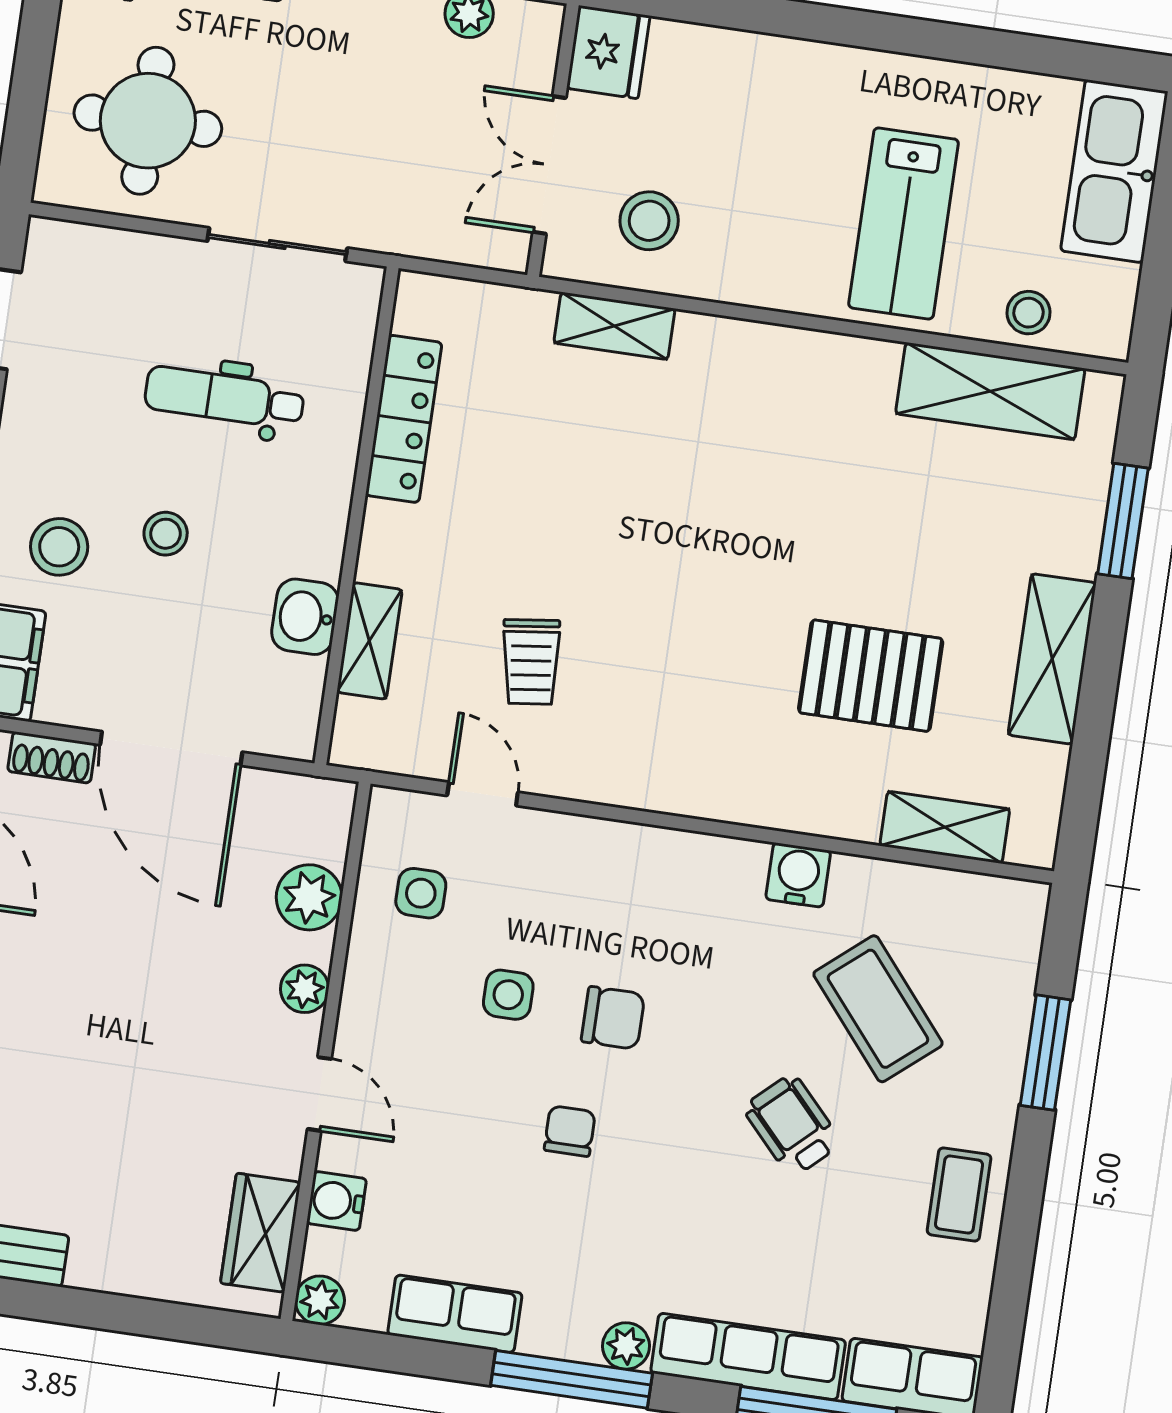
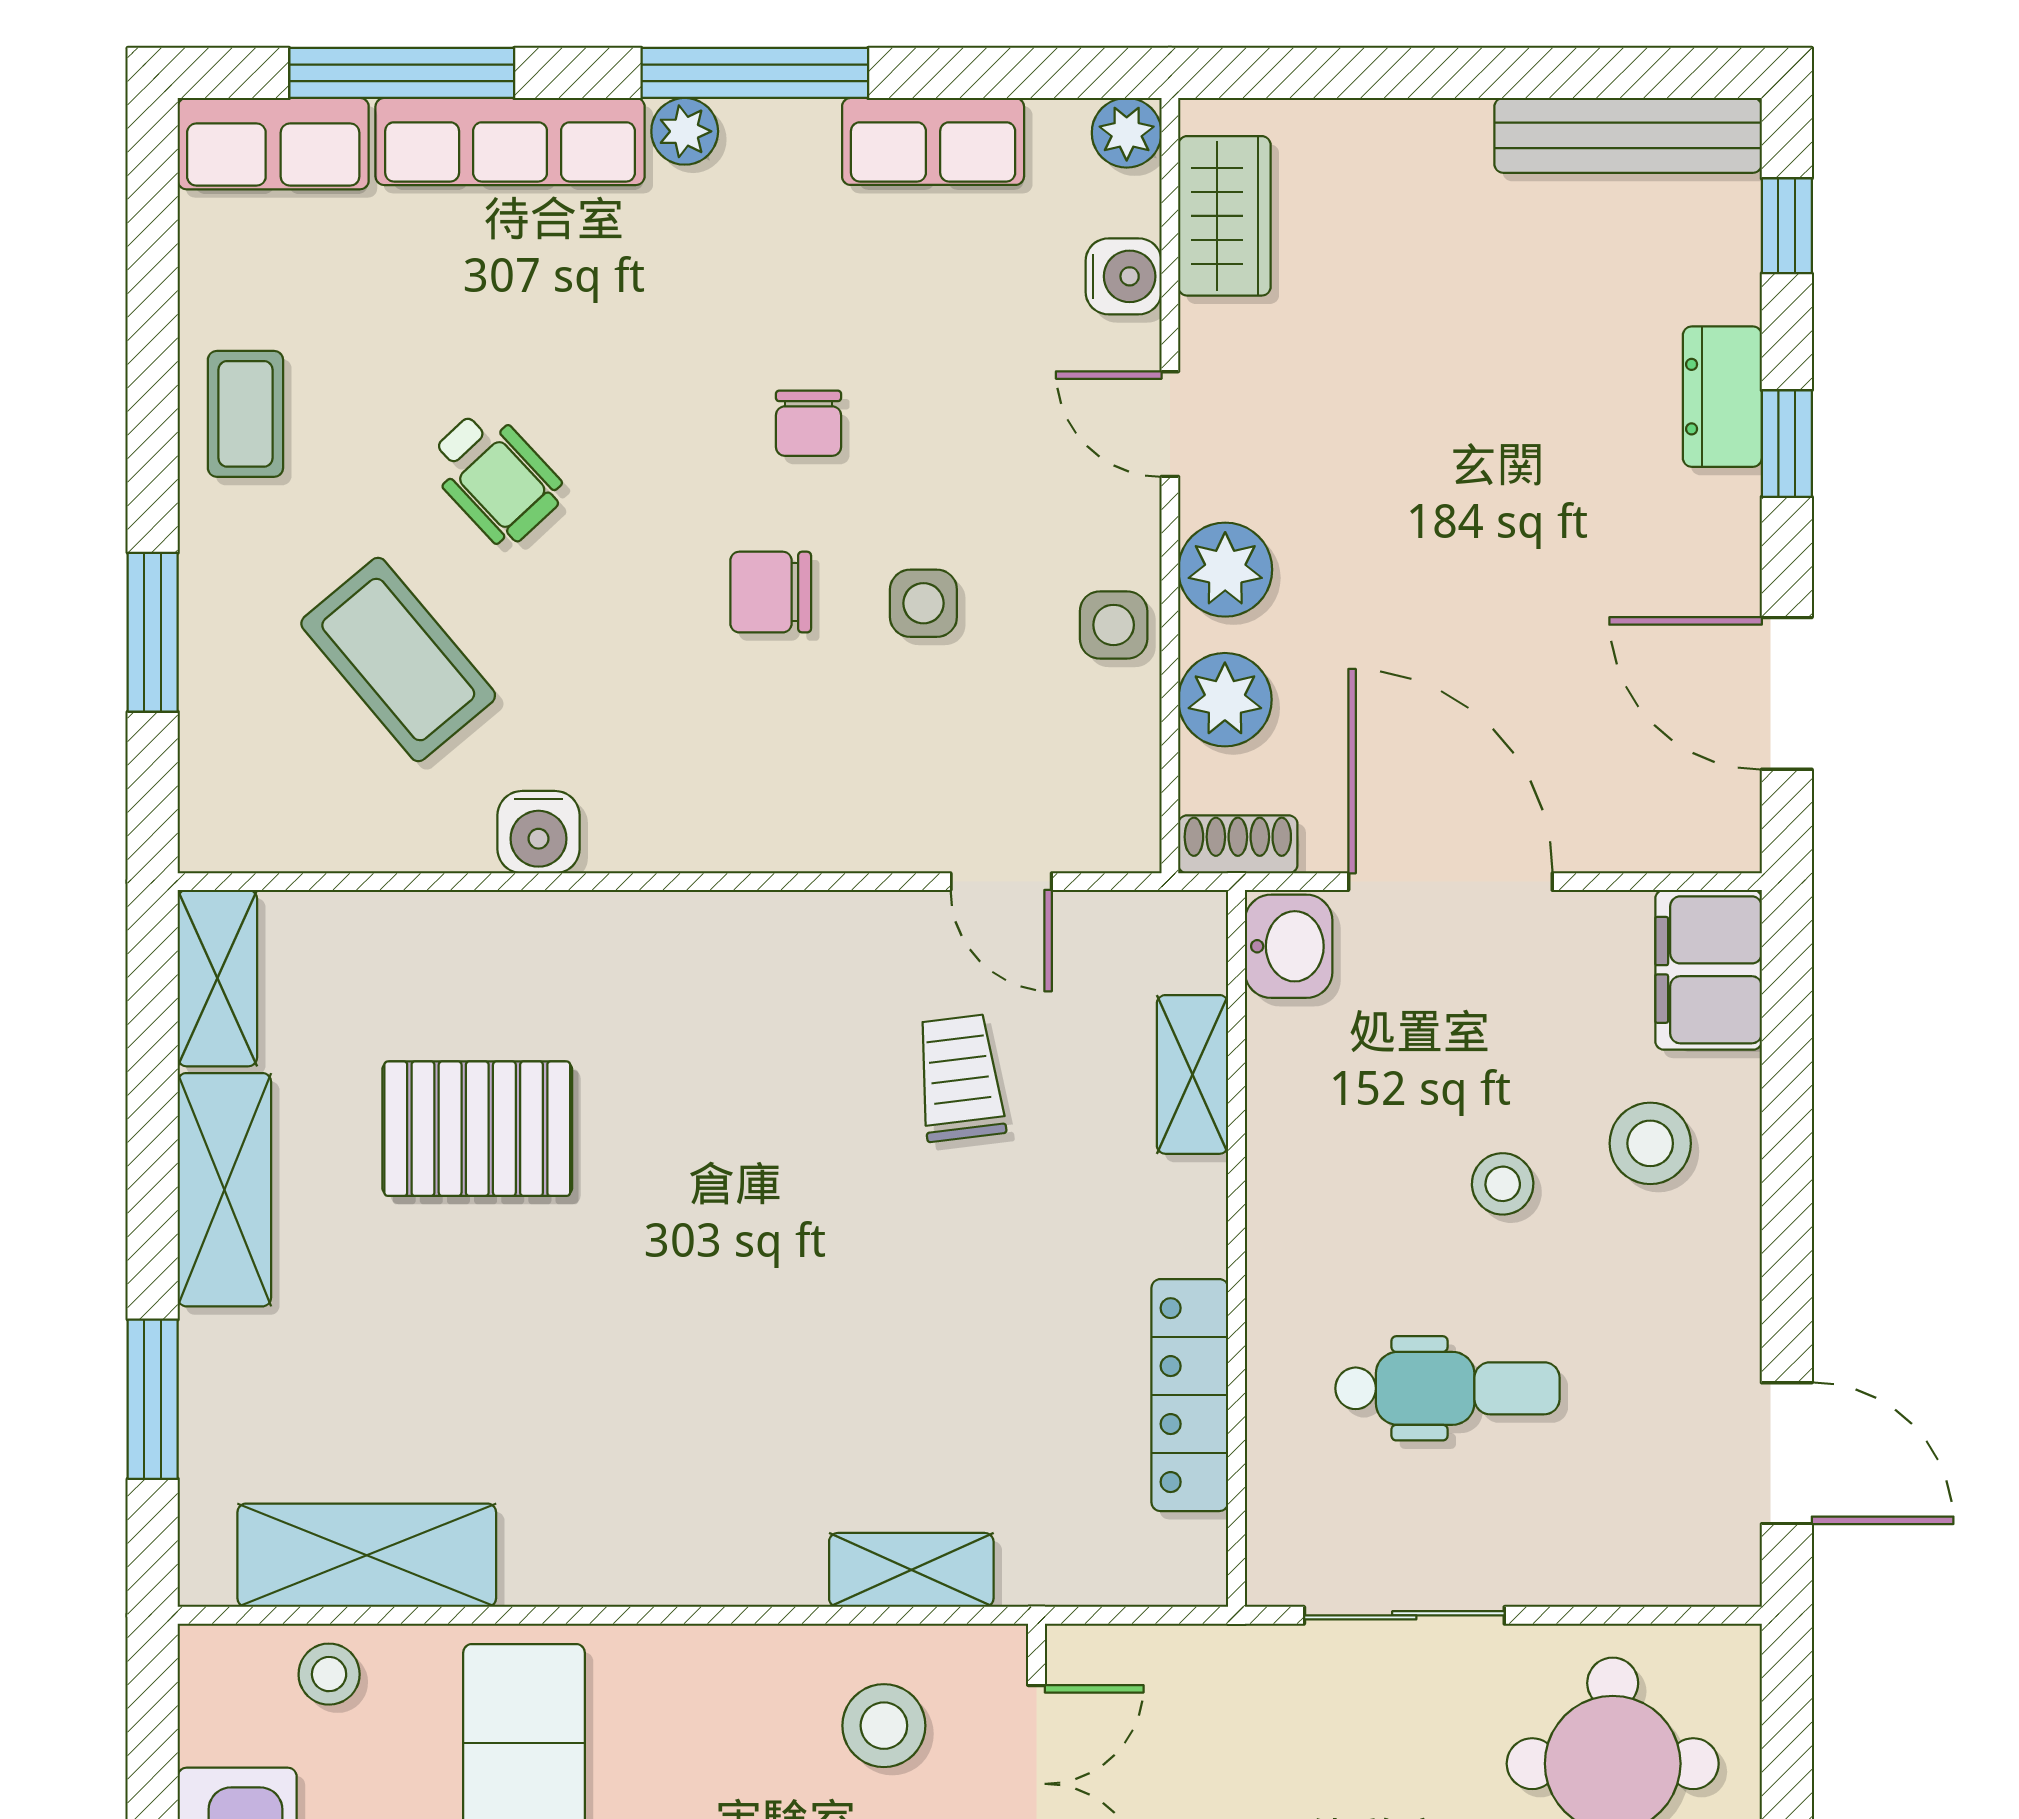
washbasin: (305, 617) -> (1289, 946), moved
shoe rack: (52, 757) -> (1238, 844), moved
shelving: (945, 827) -> (217, 978), moved, turned 90
side table: (421, 893) -> (1114, 625), moved
plant: (305, 989) -> (1225, 570), width x1.38, depth x1.38

